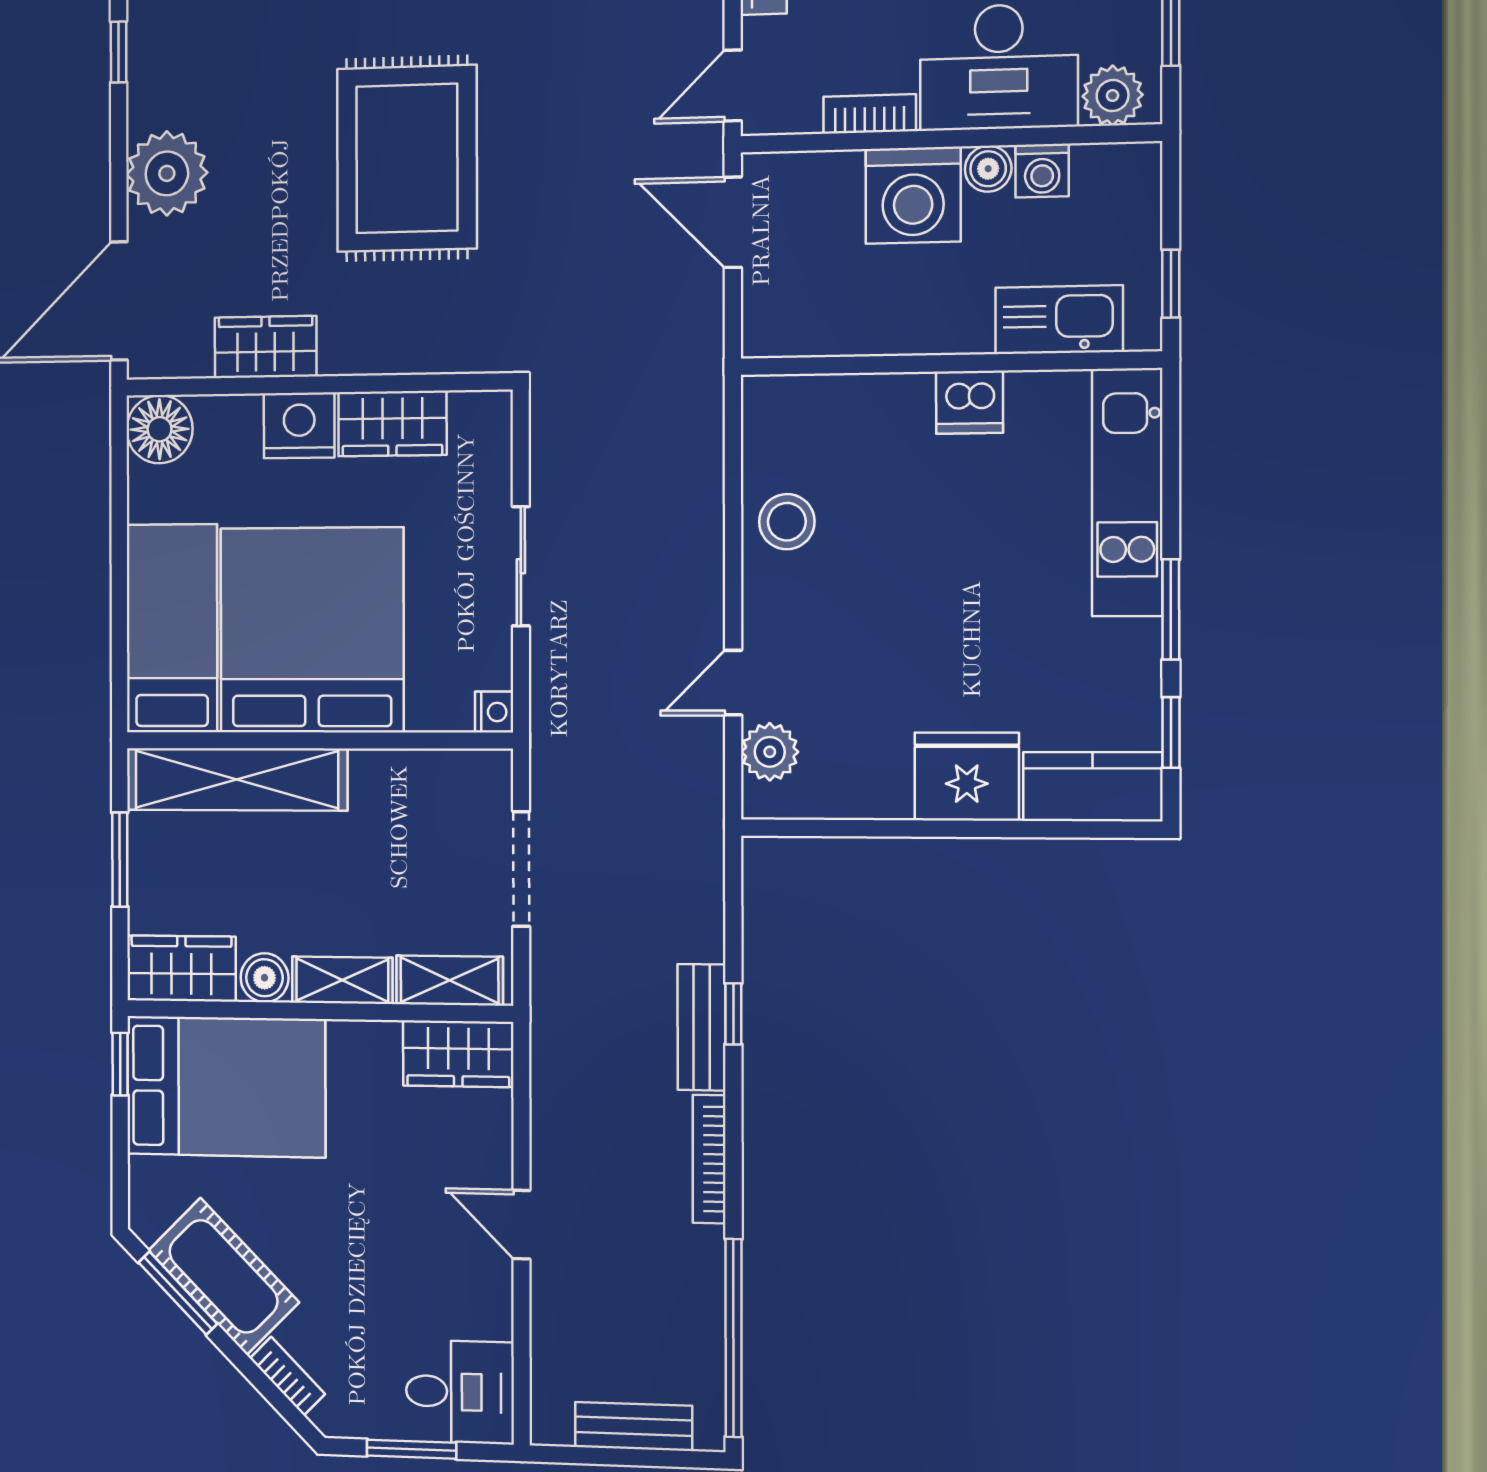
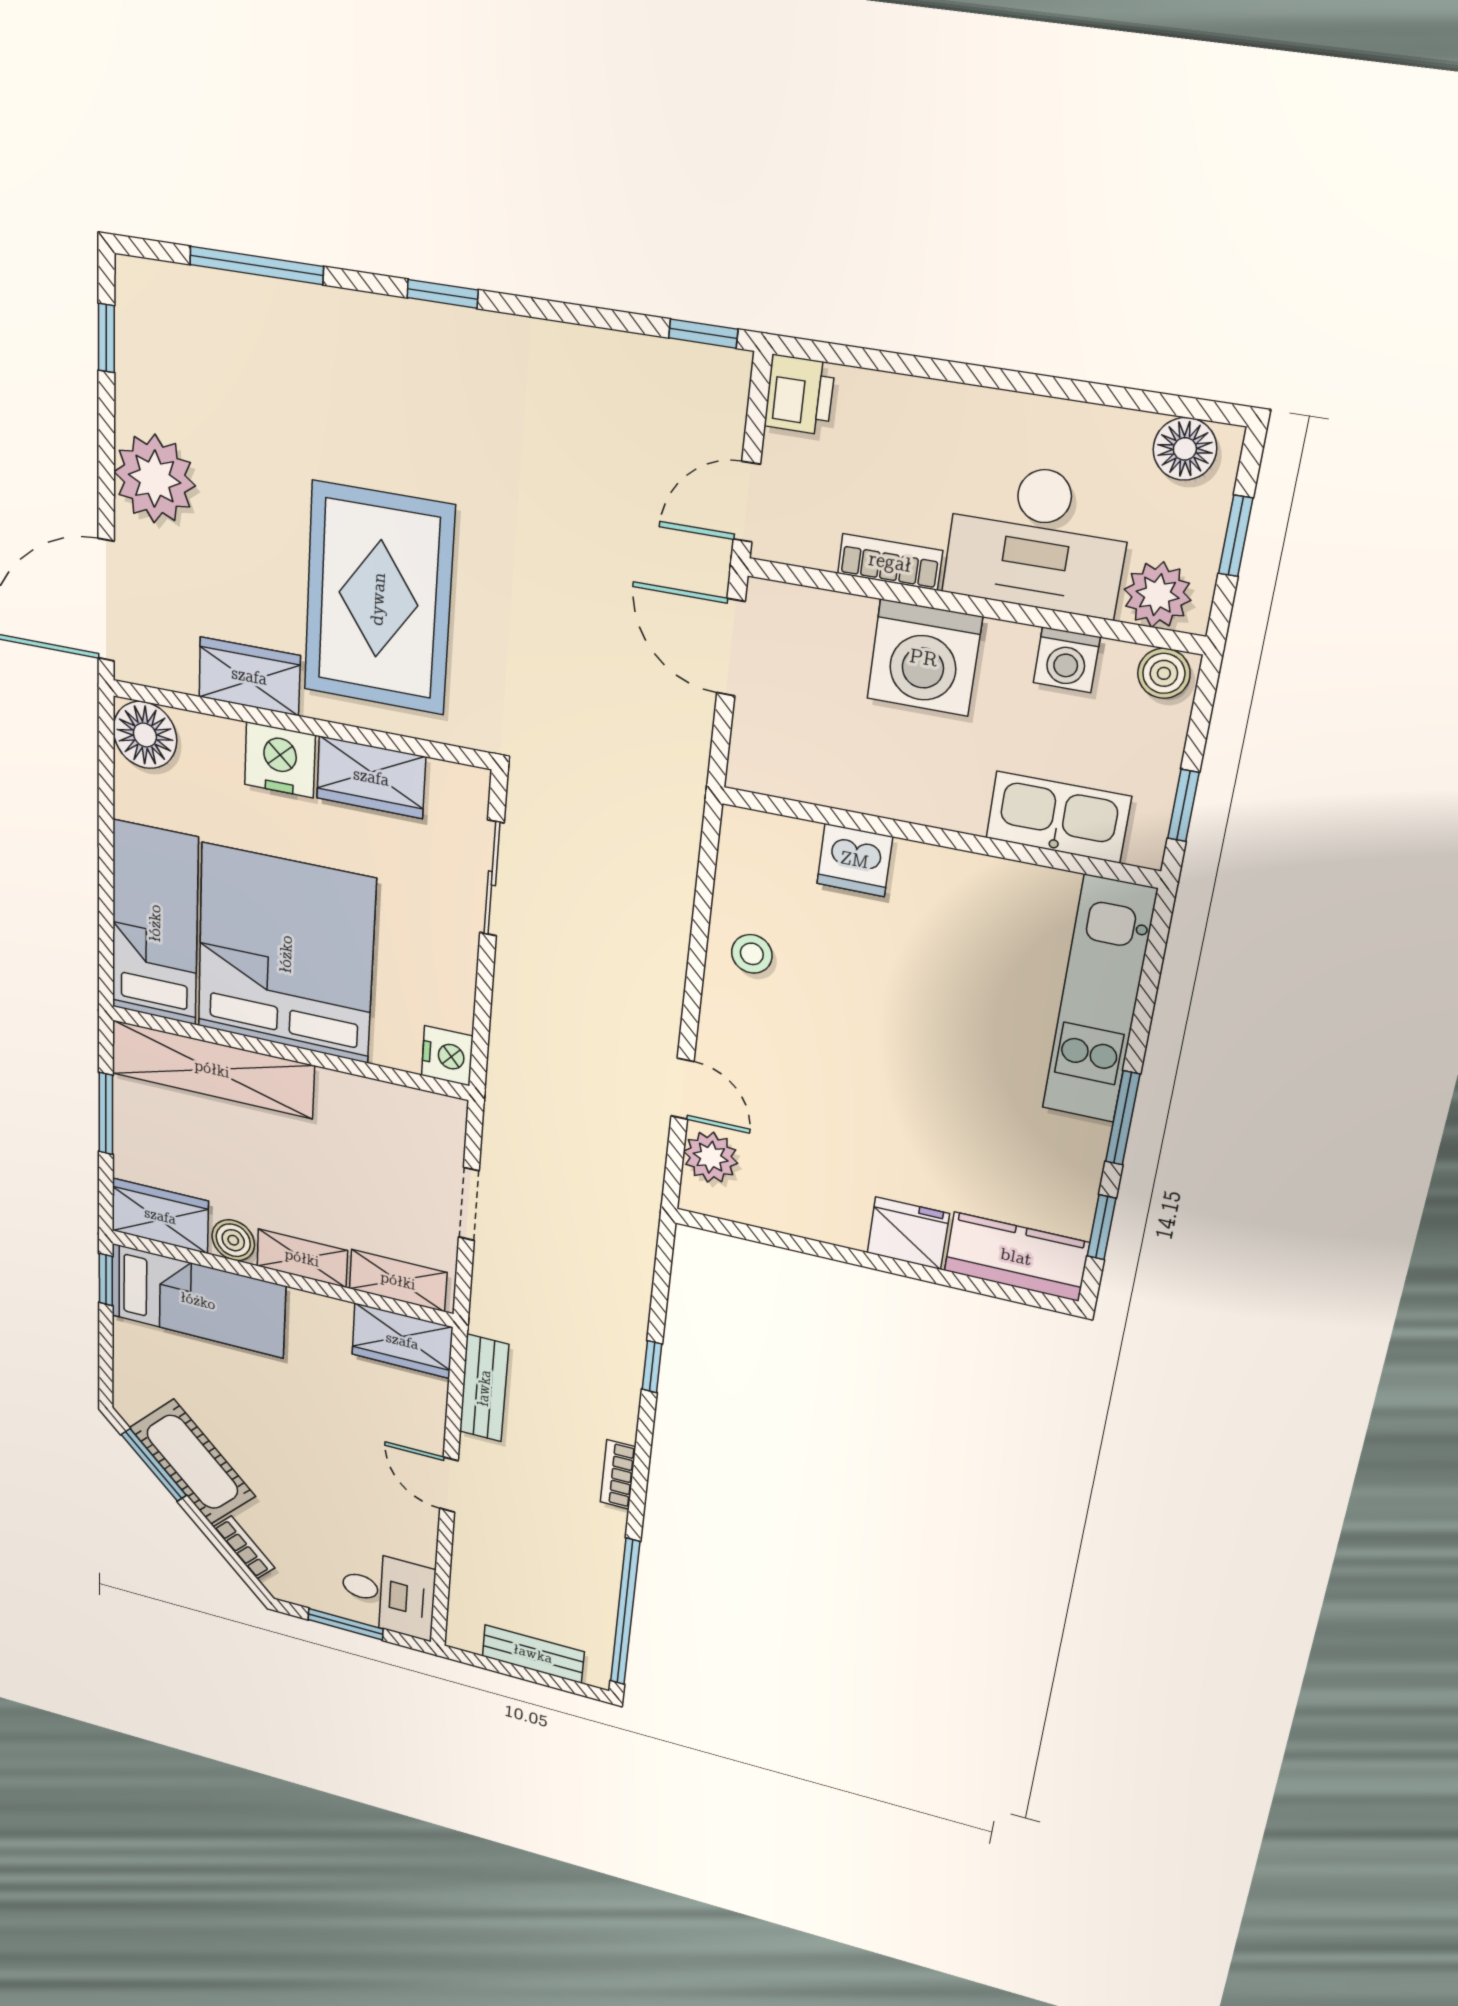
rug: (407, 159) -> (378, 599), moved
boiler: (988, 169) -> (1164, 673), moved
dishwasher: (969, 402) -> (855, 860), moved
stool: (787, 522) -> (752, 954), width x0.73, depth x0.73
sliding door: (521, 566) -> (492, 878), moved
door: (733, 683) -> (682, 1089), swing flipped
nightstand: (494, 712) -> (447, 1056), width x1.39, depth x1.35
fridge: (967, 777) -> (908, 1233), width x0.73, depth x0.75
doorway: (521, 869) -> (469, 1204), width x0.73
bench: (701, 1027) -> (484, 1388), moved
bed: (226, 1087) -> (198, 1301), width x0.67
bookcase: (709, 1159) -> (618, 1474), width x0.64

